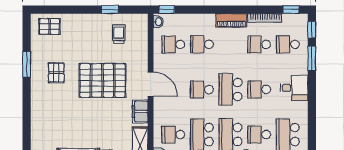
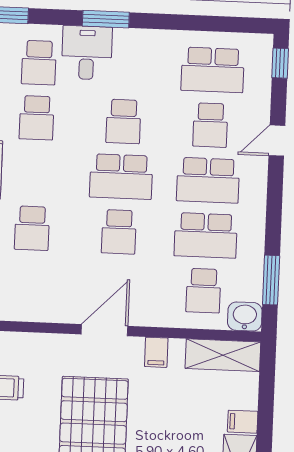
school desk: (173, 44) -> (30, 283), removed
window: (312, 58) -> (106, 19), moved
desk: (294, 88) -> (87, 53), moved
filing cabinet: (140, 111) -> (156, 352), width x0.50

